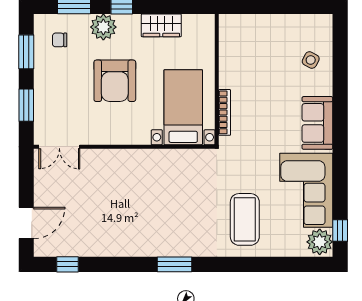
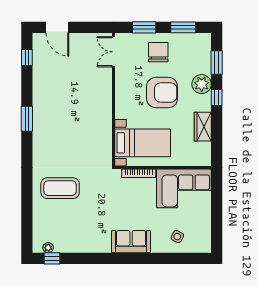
chair: (60, 40) -> (158, 52), moved, width x1.87, depth x1.87
armchair: (115, 81) -> (162, 93), turned 180
corner sofa: (306, 190) -> (184, 188), moved, turned 180
plant: (320, 242) -> (48, 248), width x0.53, depth x0.53
window: (175, 264) -> (27, 119), moved

